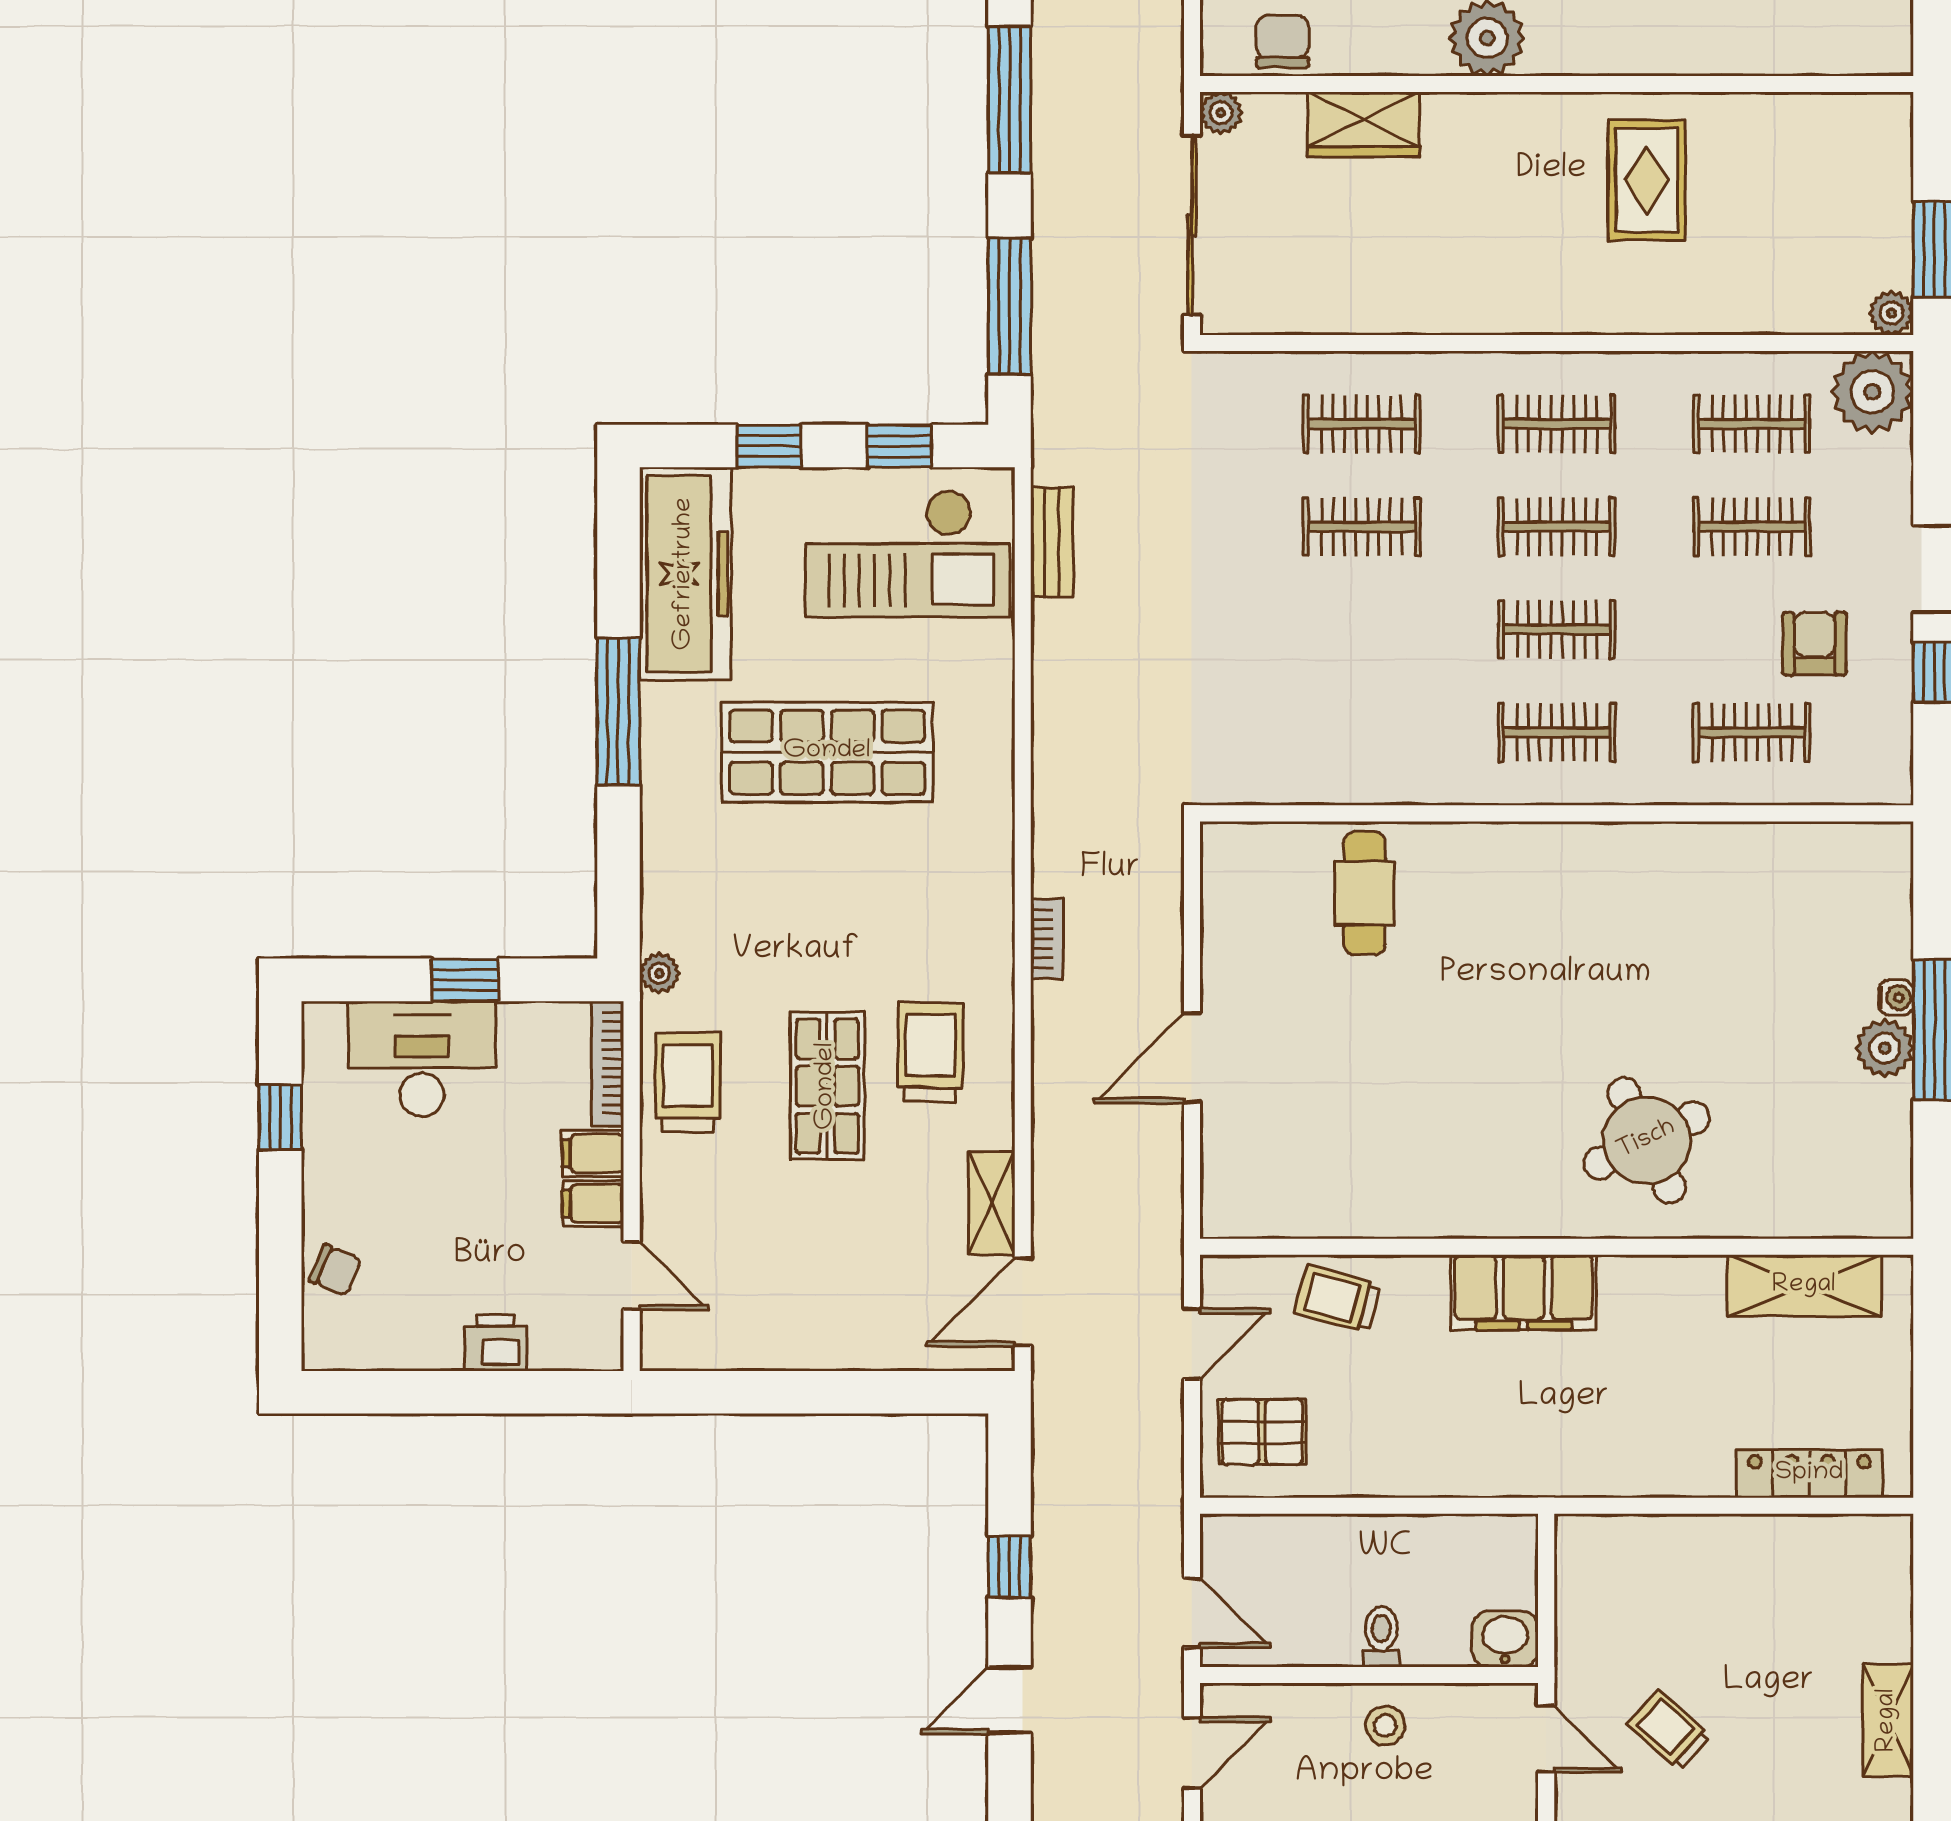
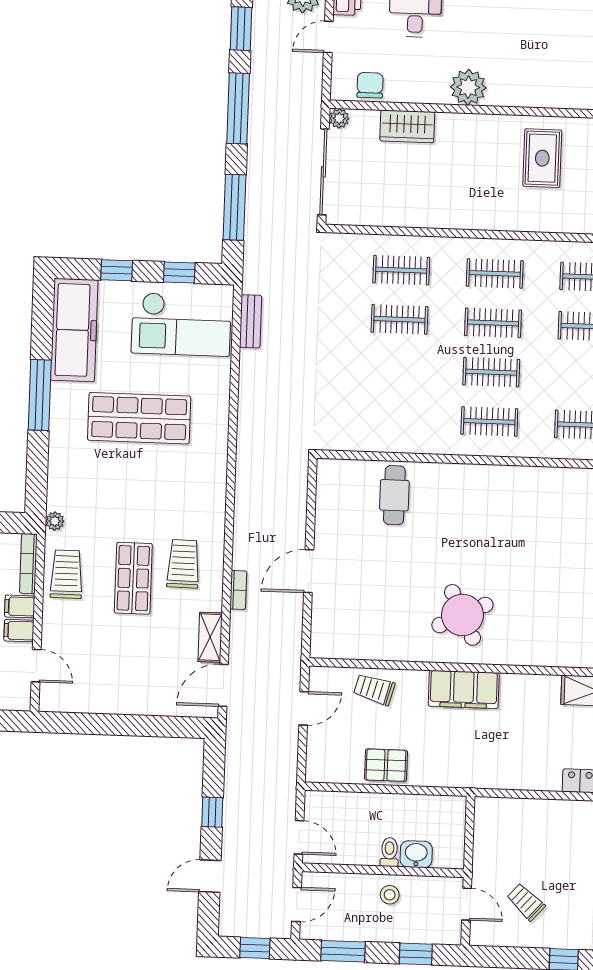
bookcase: (1047, 939) -> (238, 590), moved
round table: (1647, 1140) -> (462, 615), moved
pallet: (1262, 1432) -> (386, 765), moved
washbasin: (1505, 1639) -> (416, 854), moved

